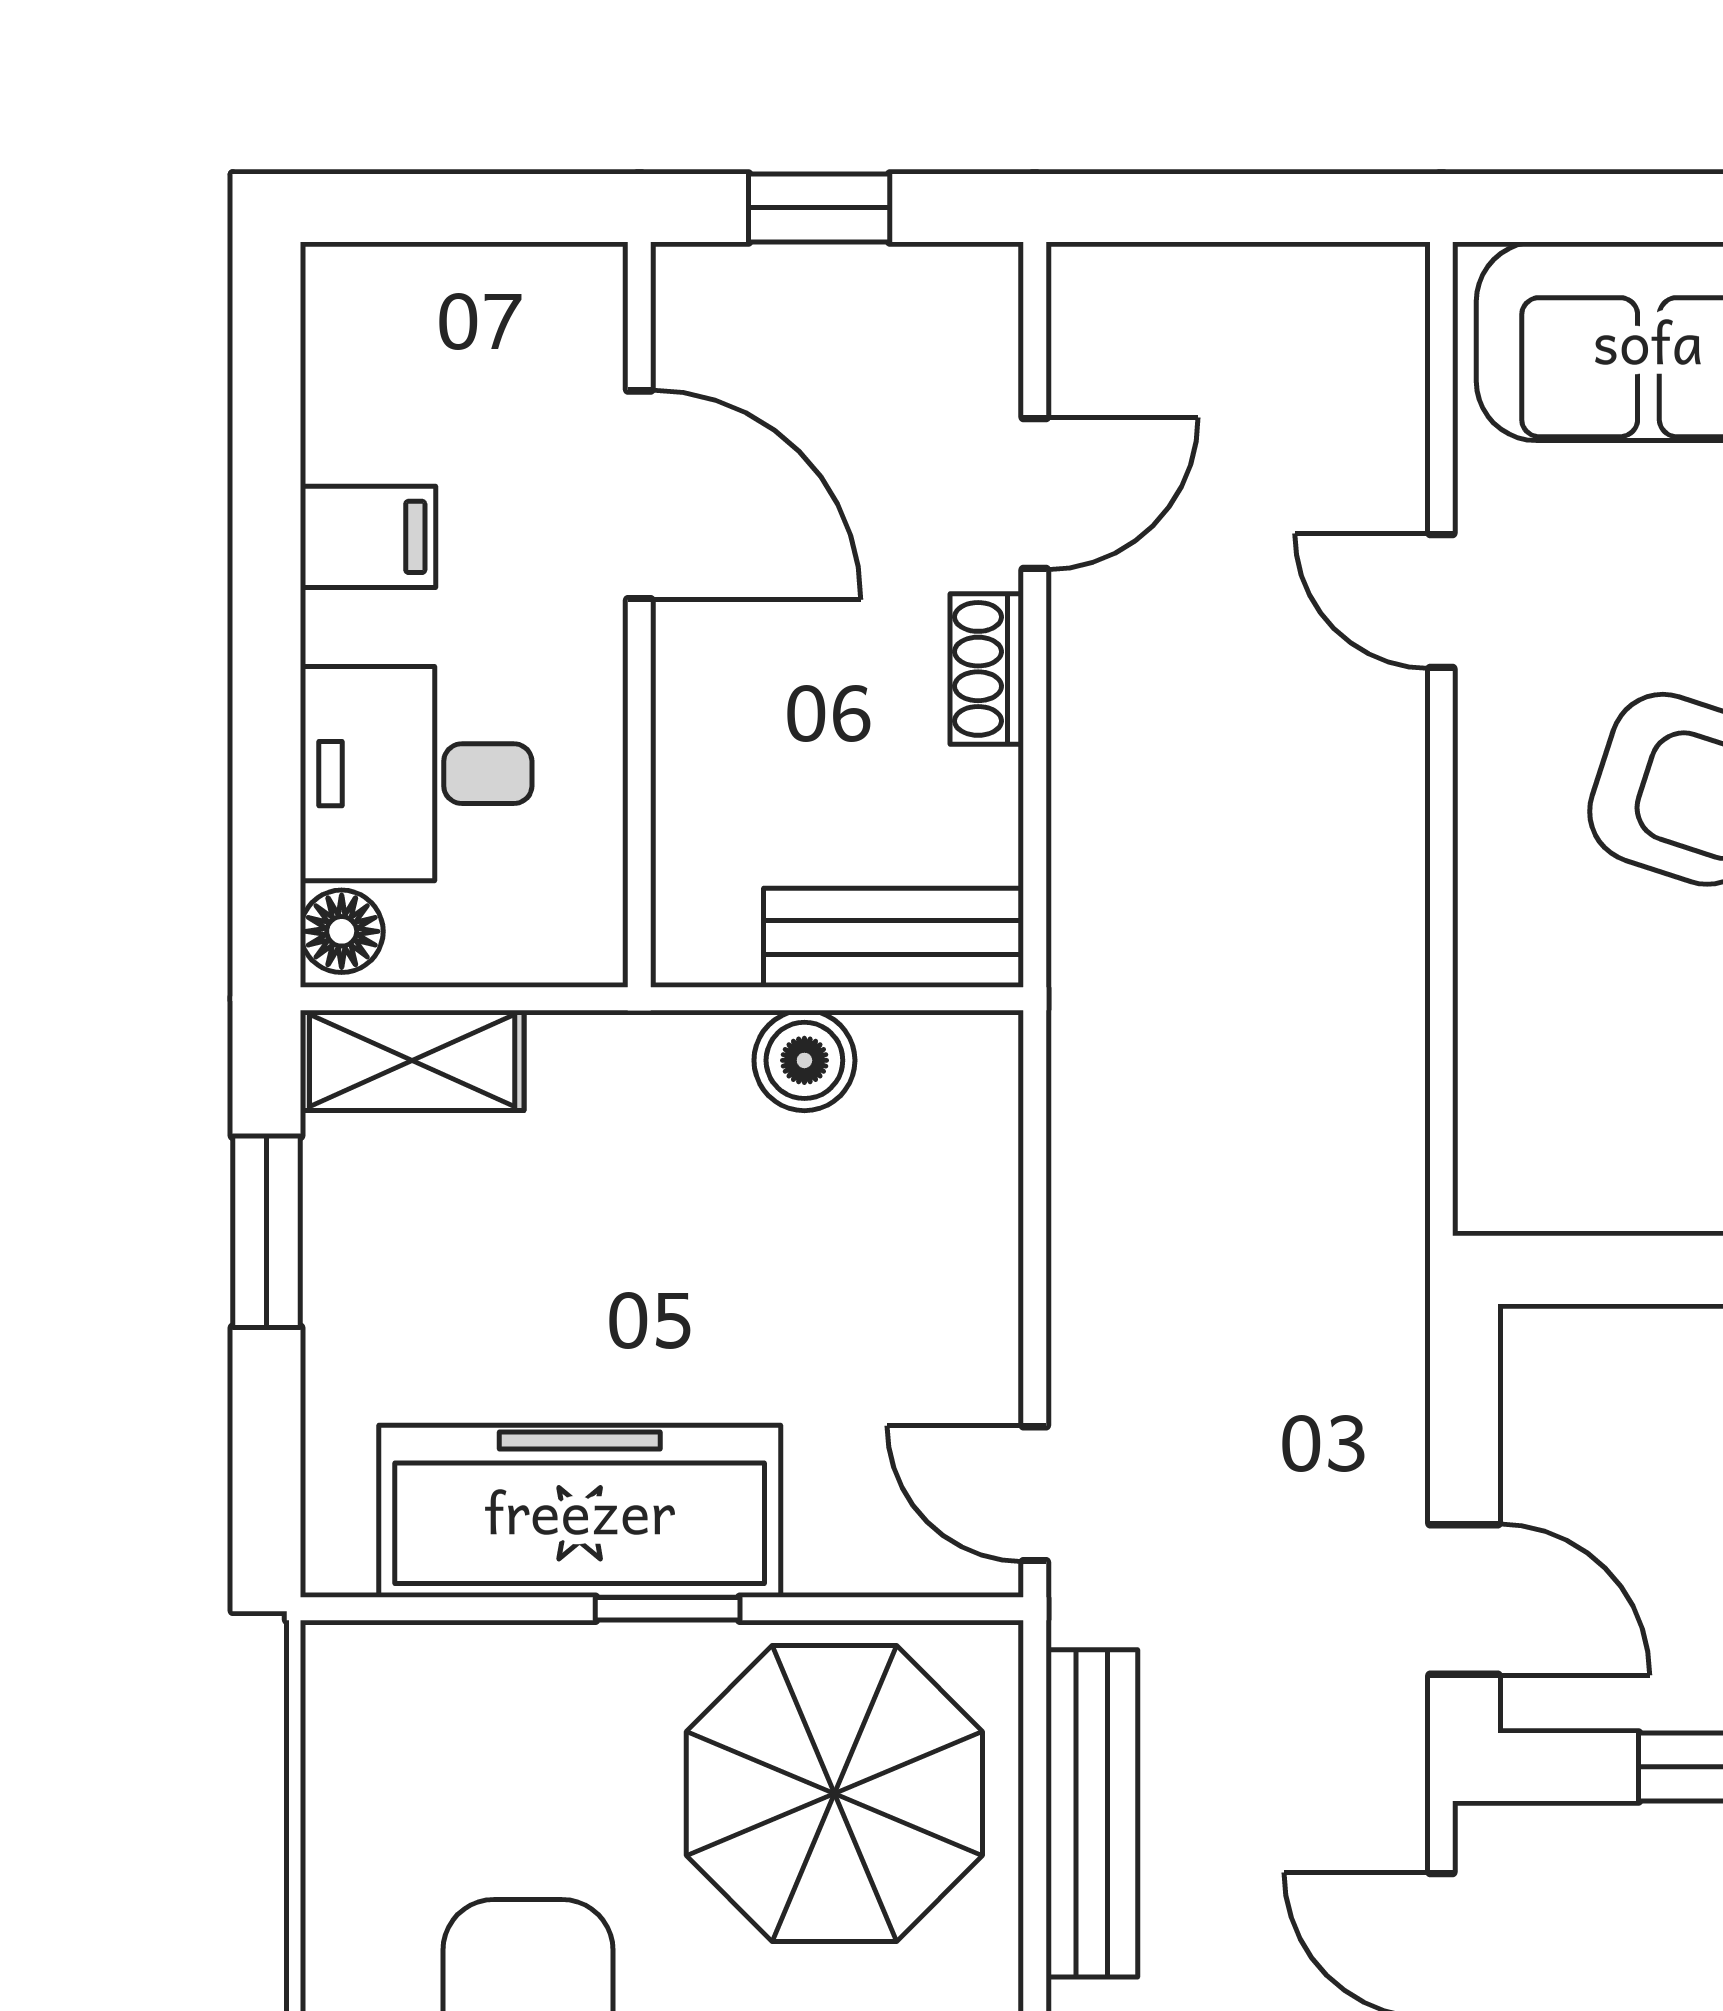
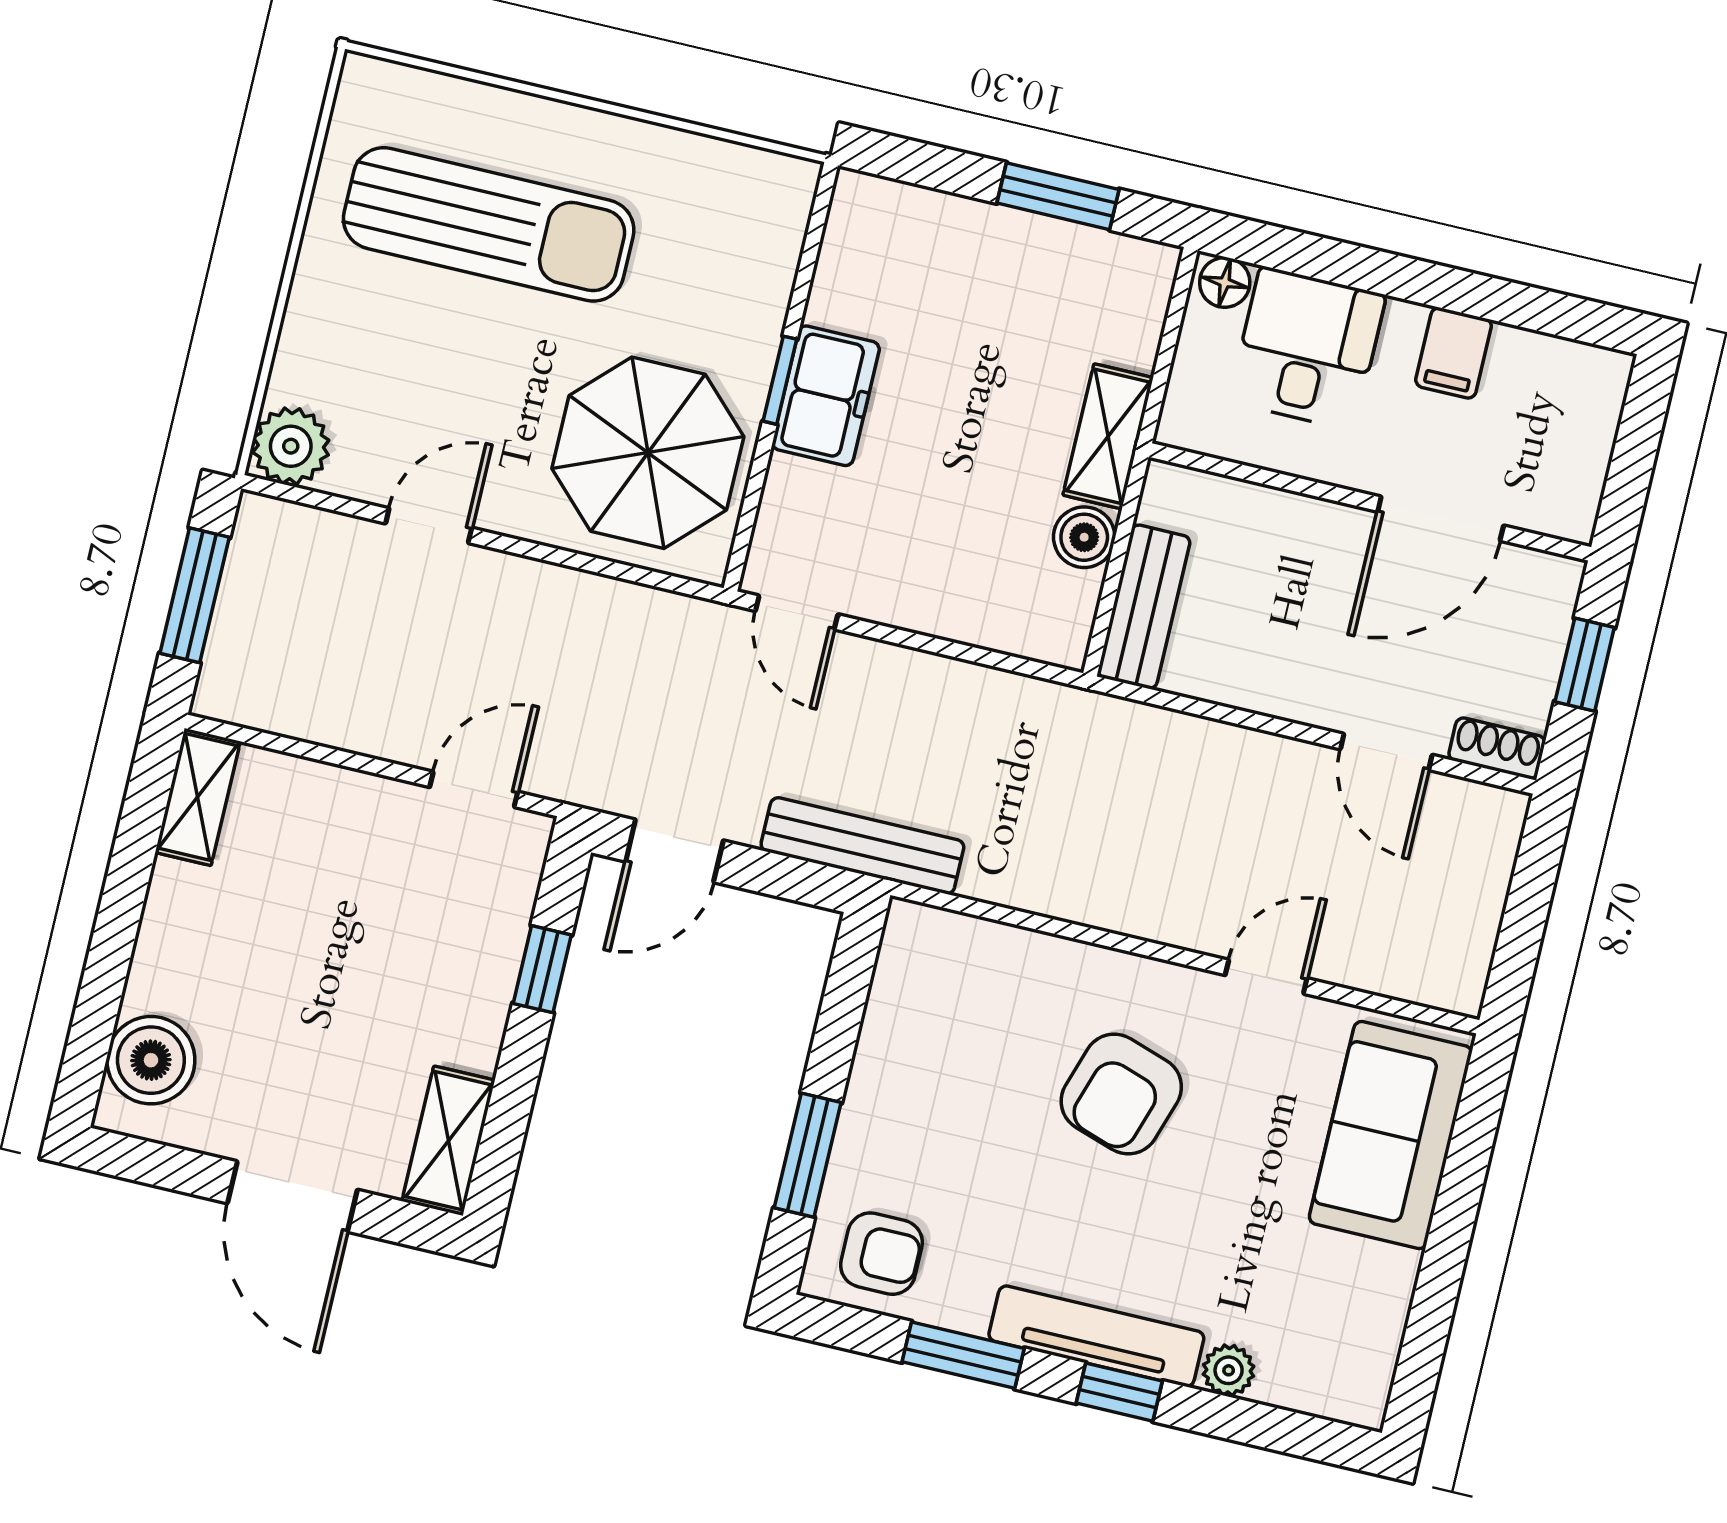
shoe rack: (987, 669) -> (1497, 748), moved
shelving: (412, 1060) -> (1108, 436), moved
door: (1035, 1494) -> (797, 613), swing flipped
freezer: (580, 1511) -> (826, 396), width x0.52, depth x0.79
bench: (1092, 1813) -> (862, 846), moved

